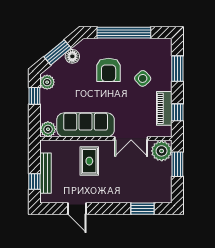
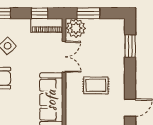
piano: (164, 108) -> (47, 26), moved
rug: (89, 161) -> (96, 85), moved

